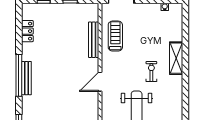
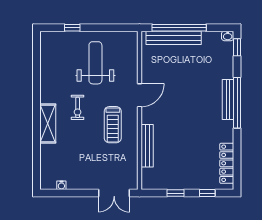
locker: (27, 31) -> (227, 163), width x1.53
treadmill: (115, 36) -> (113, 125), moved

